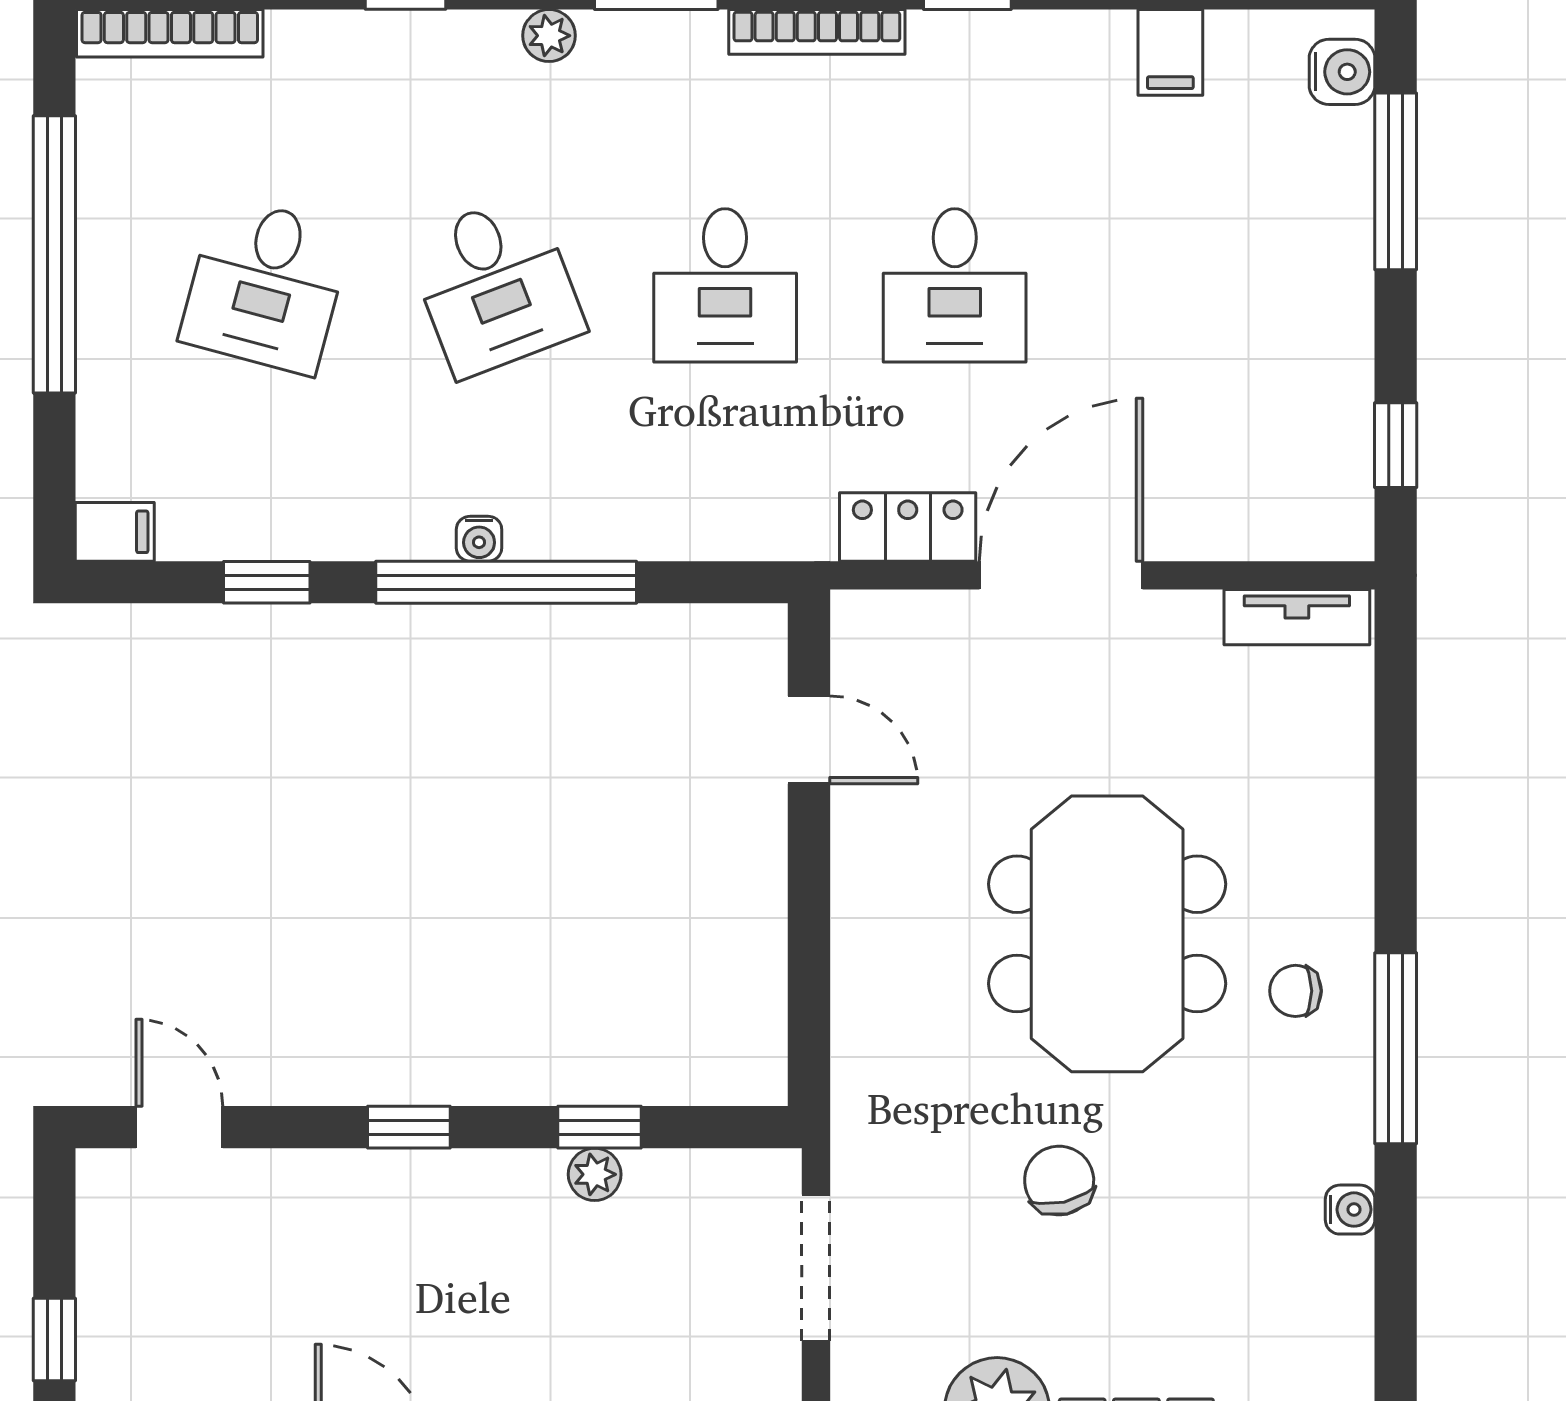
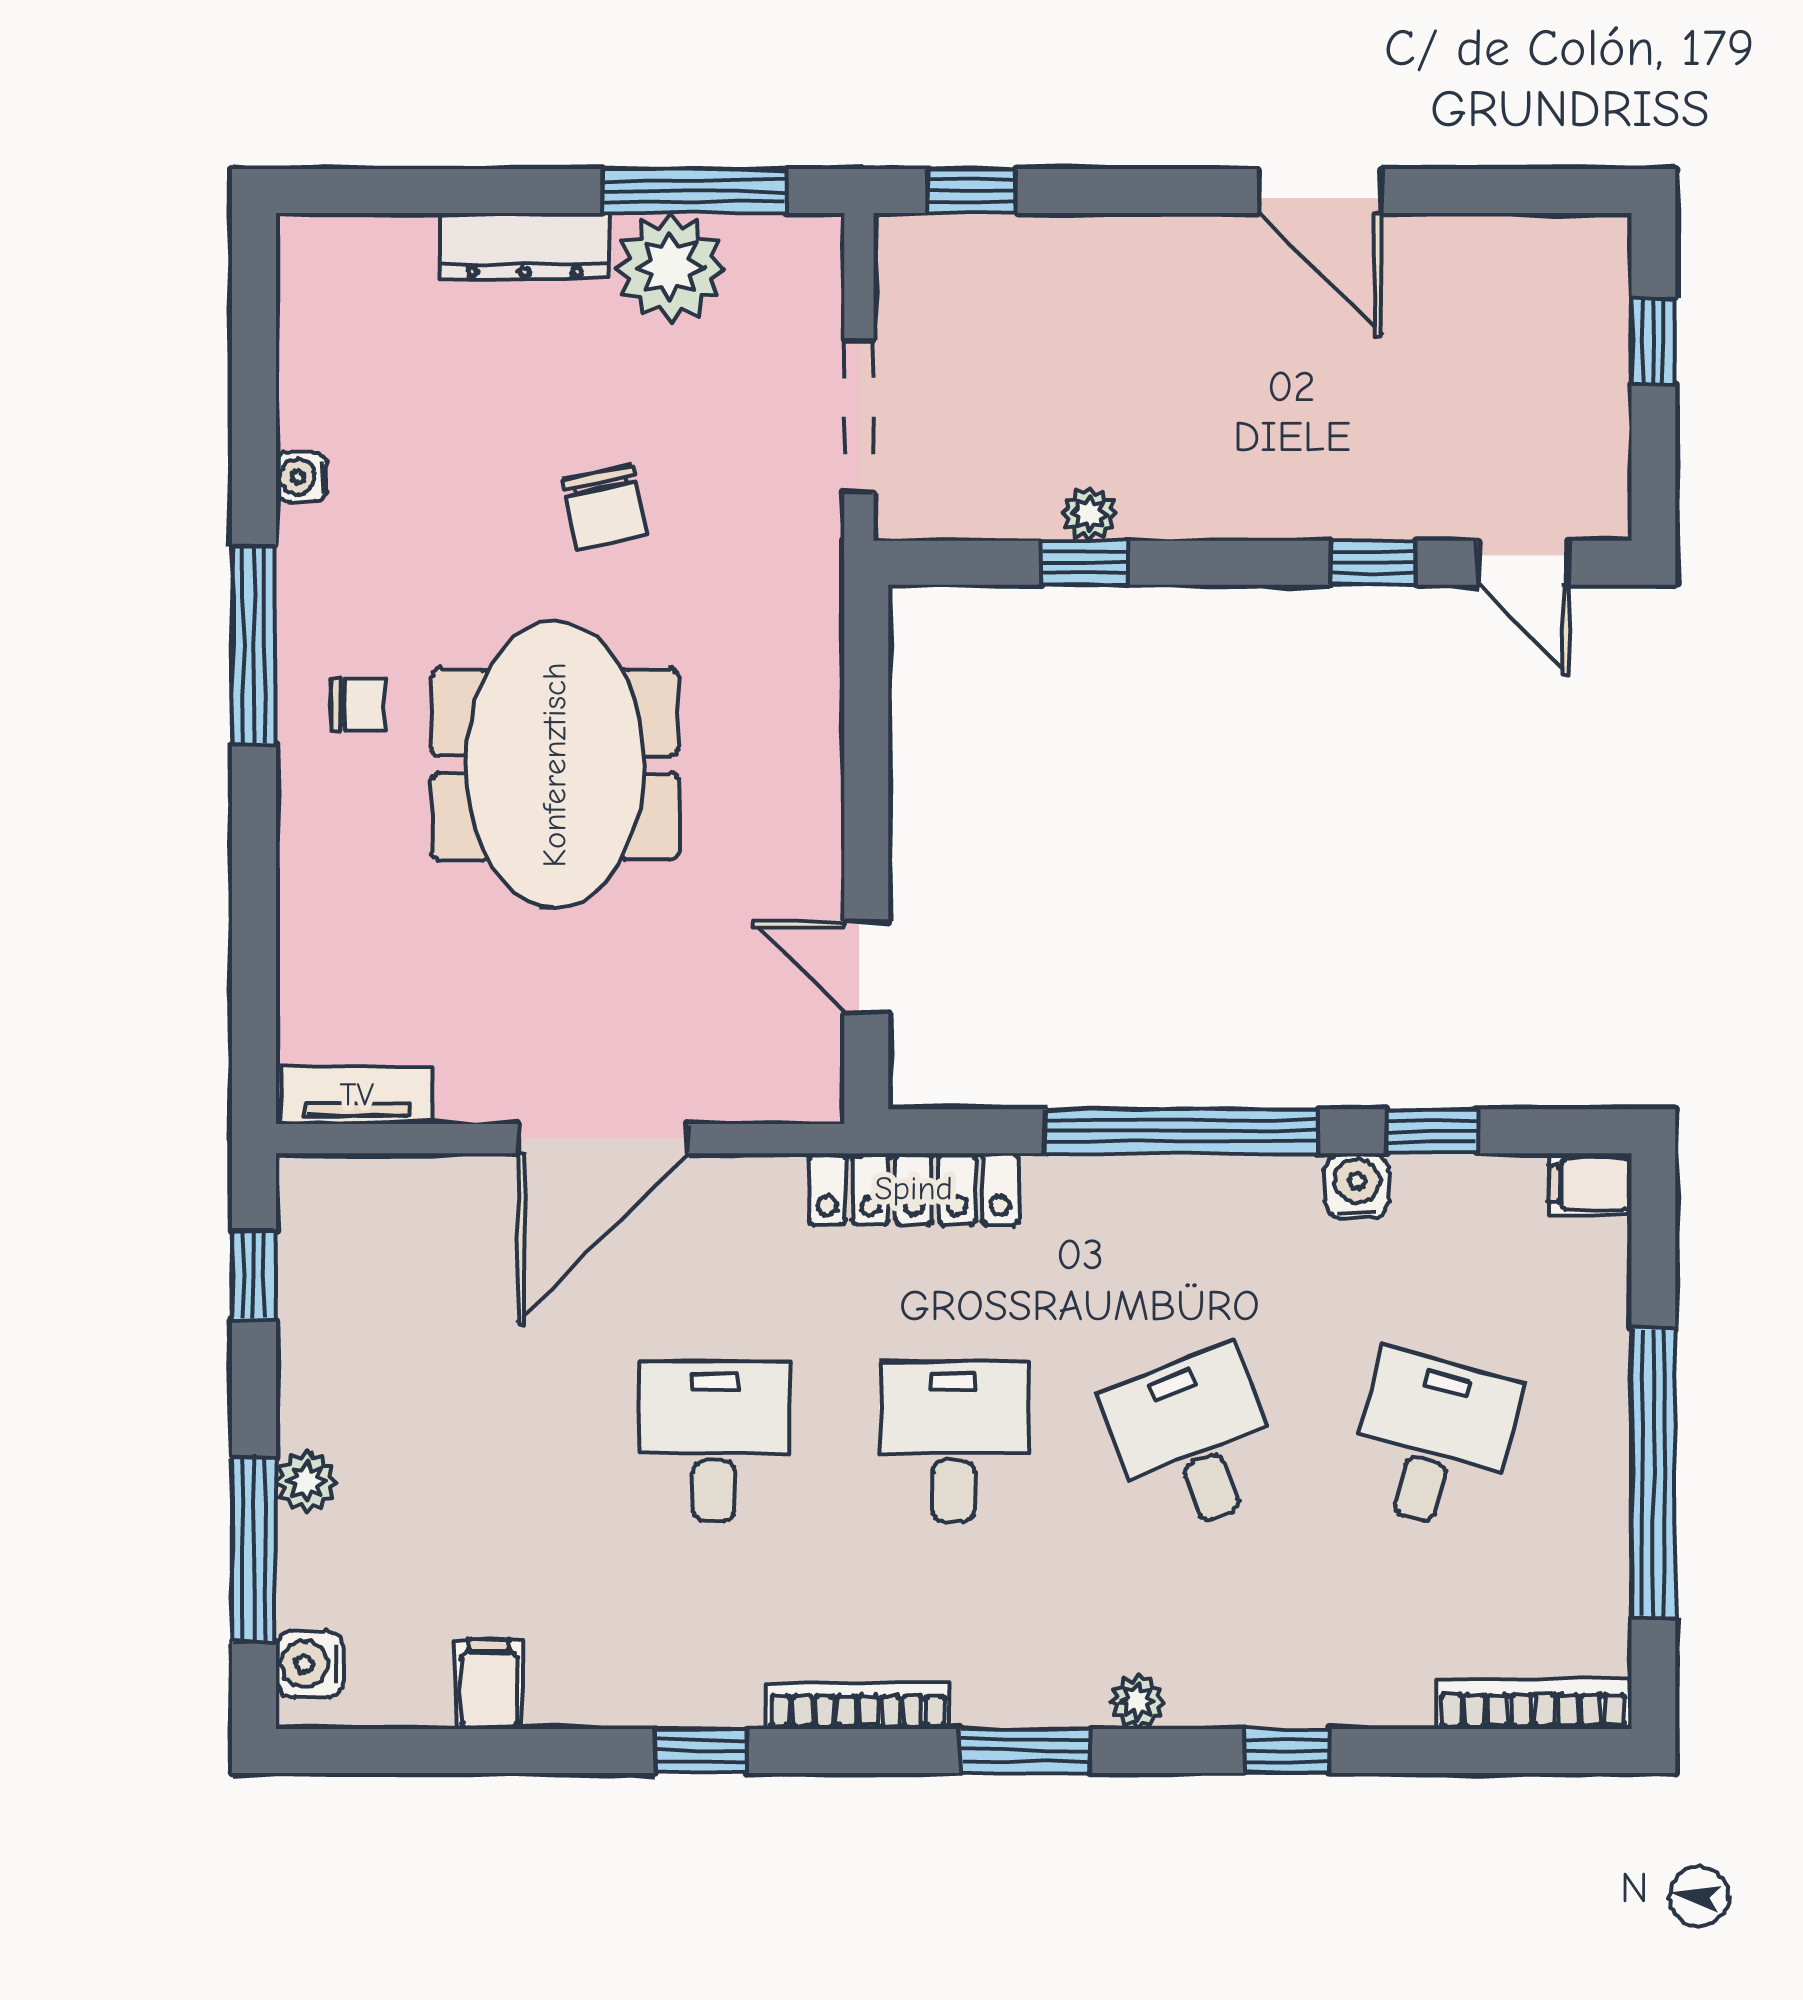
plant: (1345, 247) -> (307, 1482), added
locker: (908, 527) -> (914, 1189), moved, width x1.53
water cooler: (479, 539) -> (1357, 1186), moved, width x1.38, depth x1.38
window: (409, 1127) -> (1373, 563), moved

